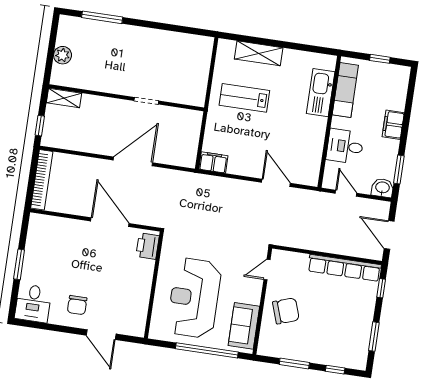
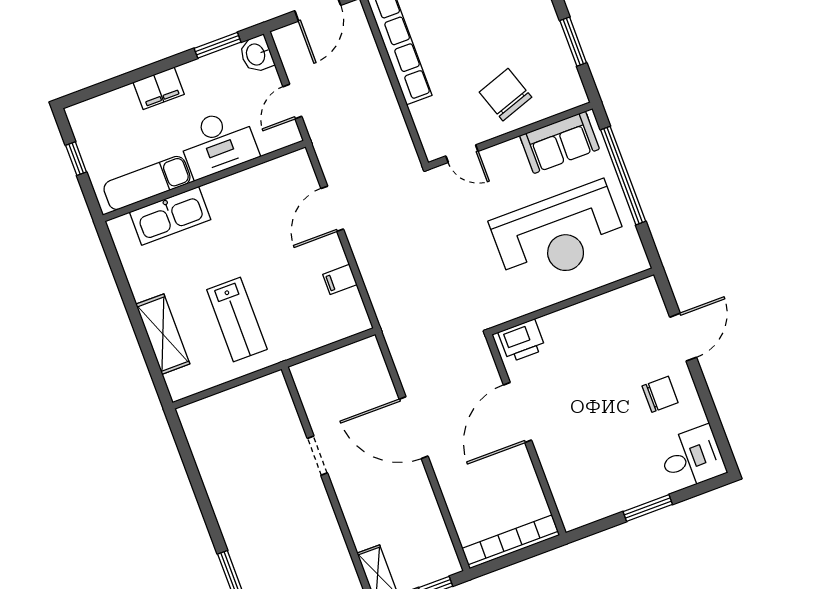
desk: (345, 146) -> (218, 143), width x1.37
filing cabinet: (213, 162) -> (340, 279), moved, width x0.50

